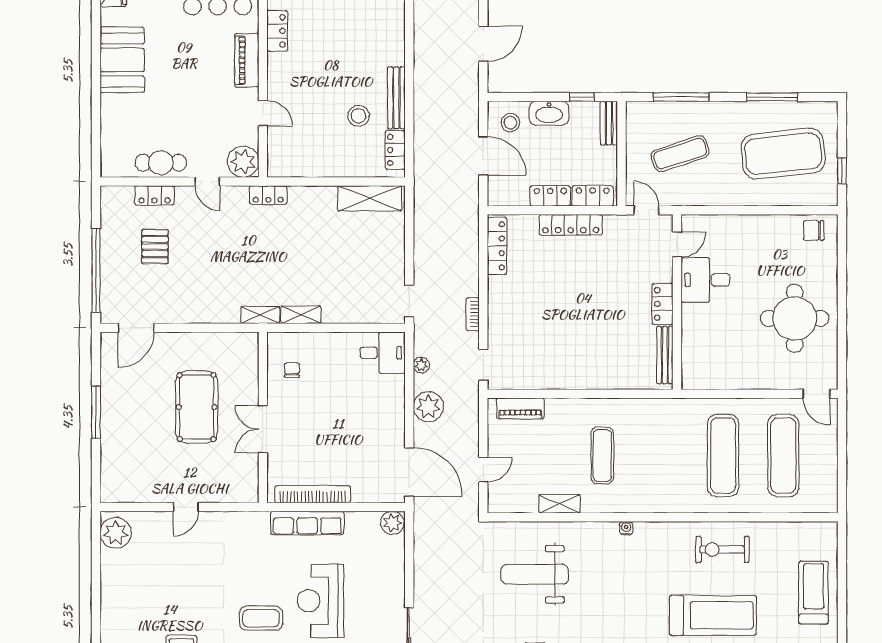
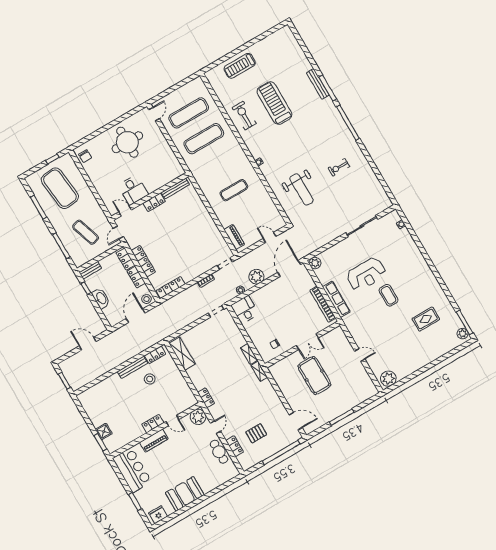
locker: (277, 31) -> (153, 424), moved
door: (263, 113) -> (172, 420), swing flipped
stool: (510, 123) -> (147, 299), moved
pool table: (197, 407) -> (314, 375), turned 90
shelving: (559, 504) -> (265, 196), removed
exercise bike: (722, 549) -> (244, 116), turned 180

